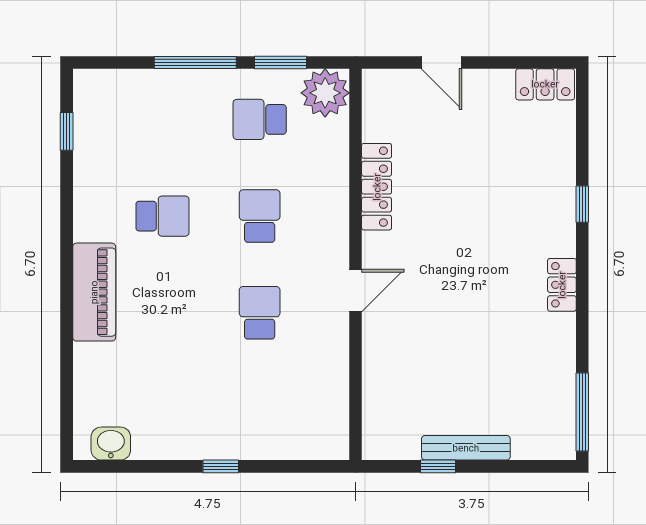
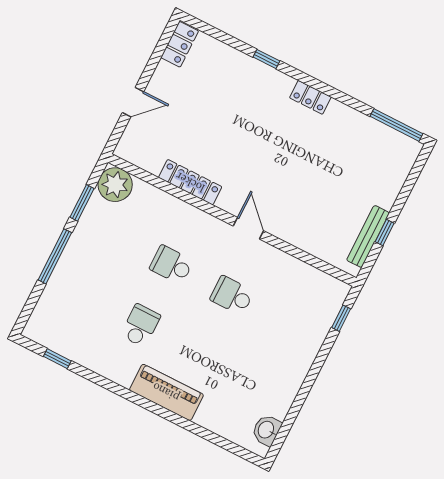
school desk: (260, 119) -> (111, 234), removed
bench: (466, 448) -> (368, 236), moved
window: (221, 466) -> (341, 318), moved

